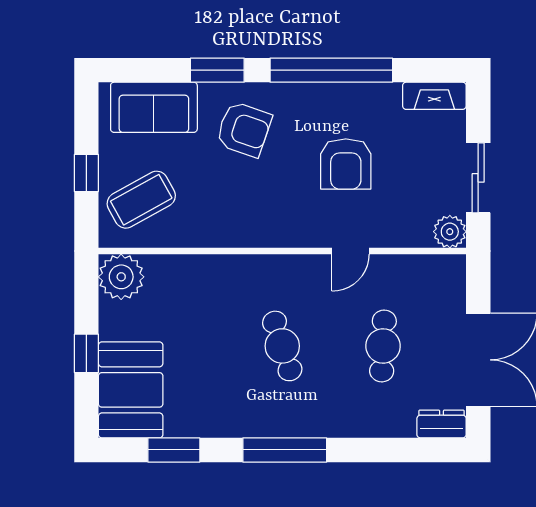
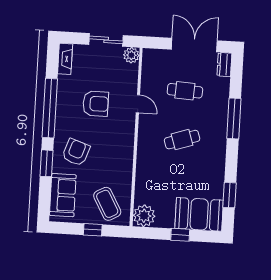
window: (285, 450) -> (234, 118), moved

